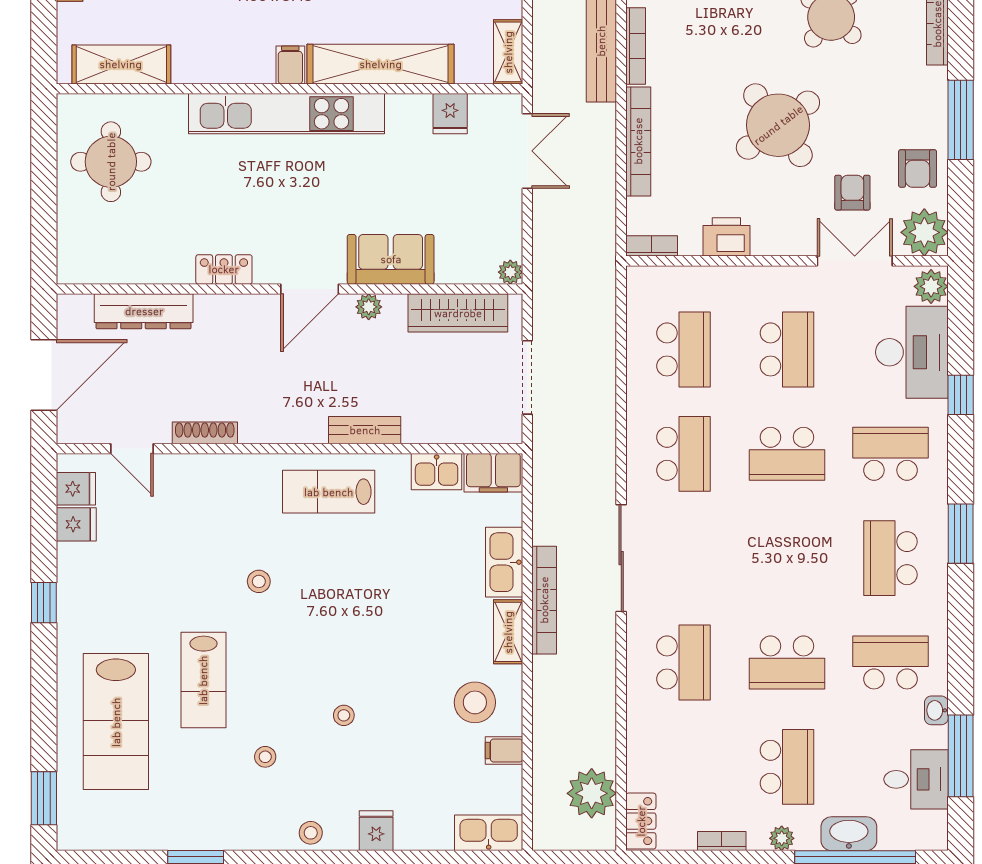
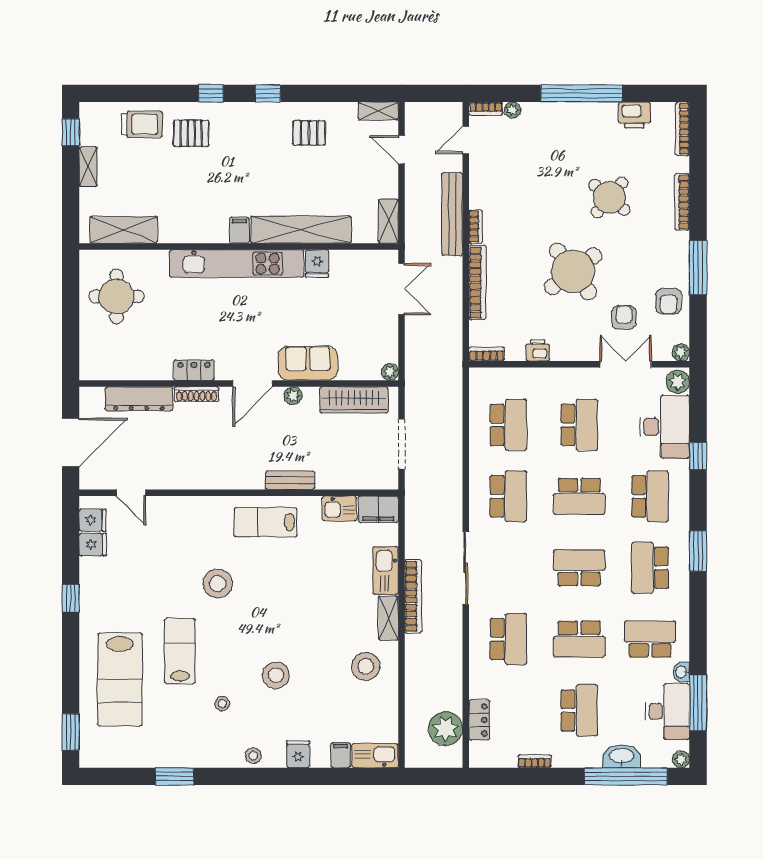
bookcase: (636, 46) -> (476, 227), width x0.64
fridge: (450, 114) -> (317, 264), moved
plant: (924, 232) -> (681, 352), width x0.53, depth x0.53
printer: (726, 237) -> (538, 350), width x0.73, depth x0.81
shoe rack: (205, 433) -> (197, 394), moved, turned 180
school desk: (890, 454) -> (650, 496), turned 90
school desk: (787, 558) -> (579, 568), added
stool: (259, 581) -> (218, 584), width x1.89, depth x1.89
lab bench: (203, 680) -> (180, 651), turned 180
stool: (344, 715) -> (276, 675), width x1.89, depth x1.89
filing cabinet: (504, 750) -> (341, 755), moved, turned 90
desk: (916, 779) -> (668, 711), width x1.37
locker: (641, 821) -> (479, 720), moved
plant: (782, 838) -> (681, 759), moved

